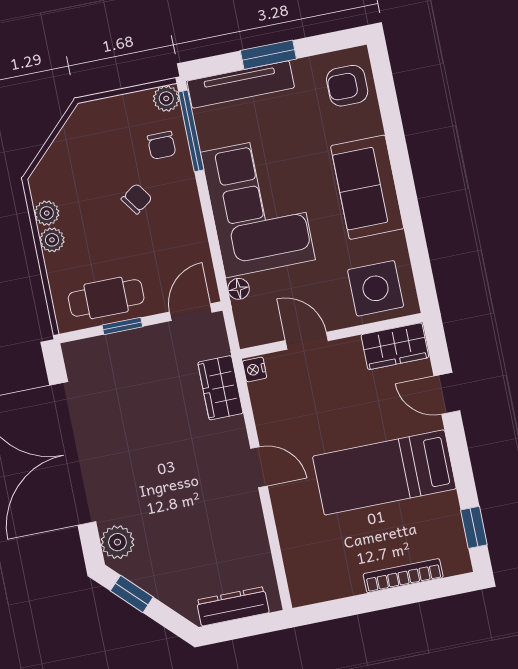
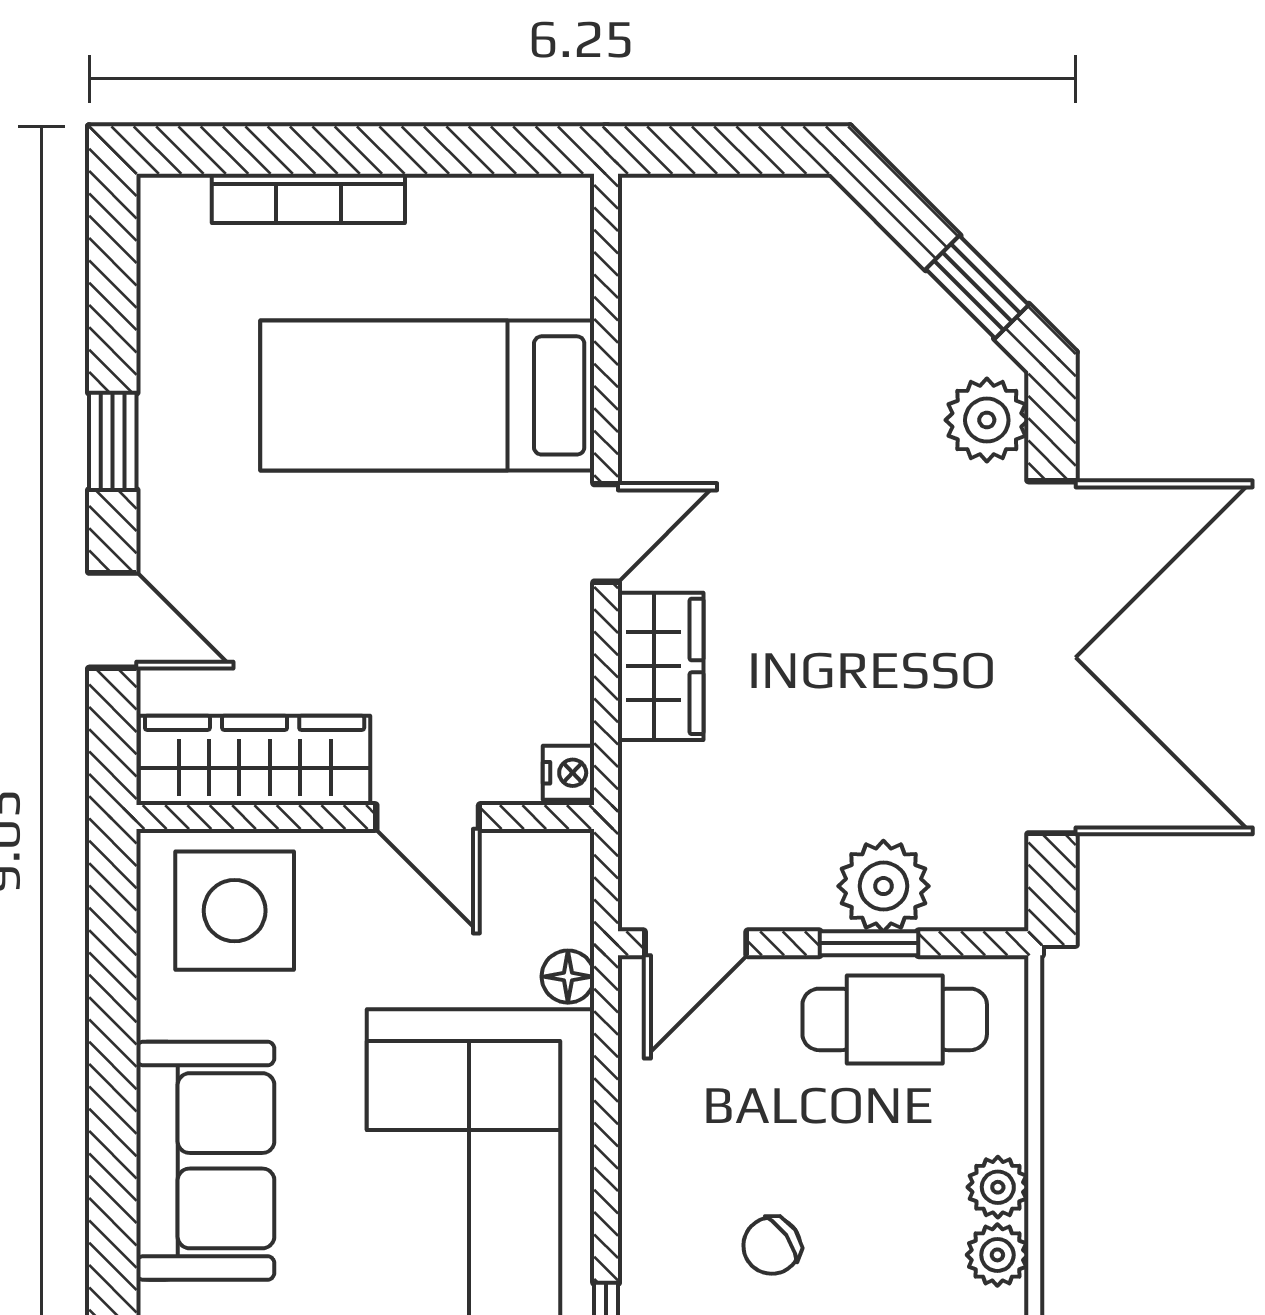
wardrobe: (395, 346) -> (255, 760), width x1.50
plant: (121, 350) -> (883, 886), added
wardrobe: (220, 388) -> (661, 666), moved
door: (259, 467) -> (606, 533), swing flipped
bed: (384, 472) -> (427, 395), moved, turned 180
window: (474, 527) -> (113, 441), moved
dresser: (233, 606) -> (738, 207), removed

